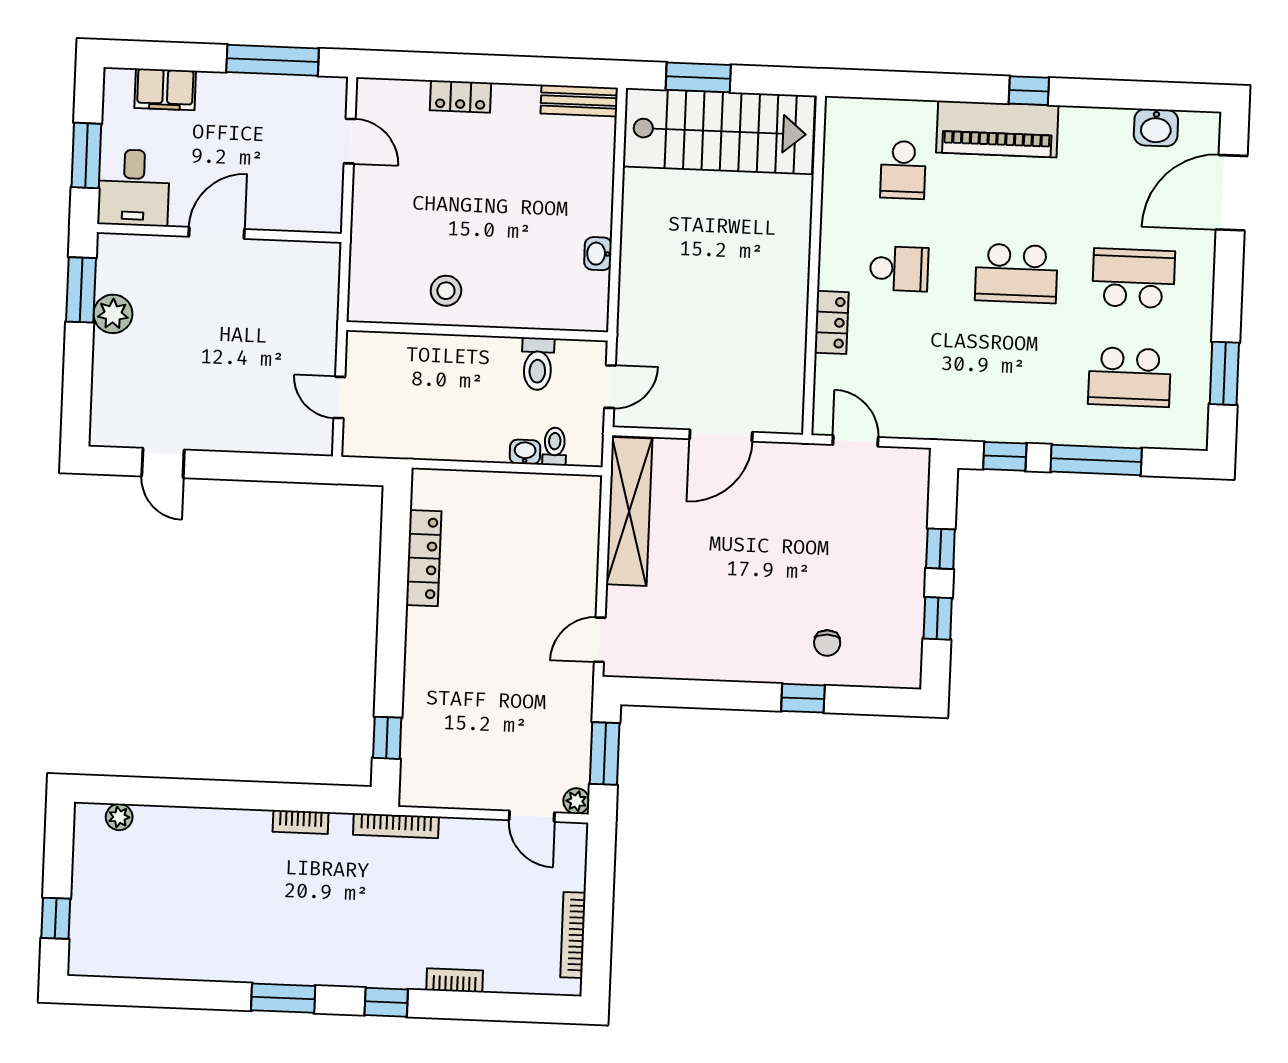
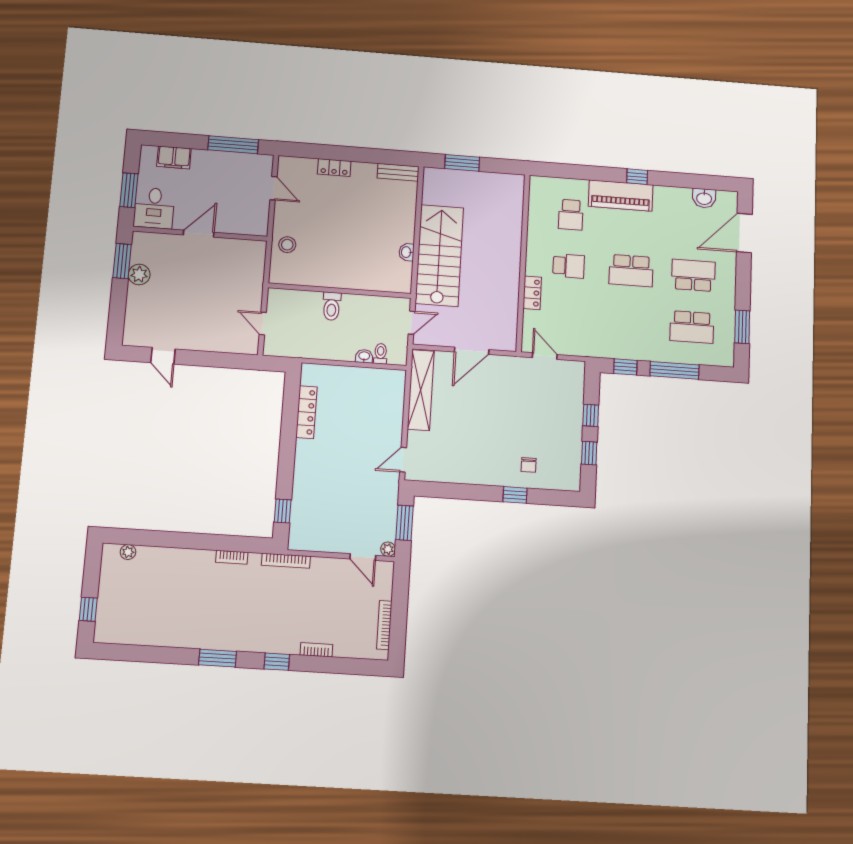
stairs: (719, 131) -> (439, 255), moved, turned -90
stool: (446, 291) -> (287, 245), moved
toilet: (538, 364) -> (332, 306), moved

